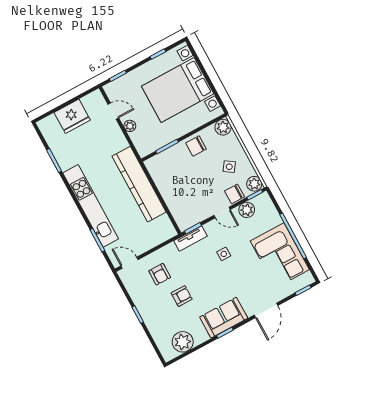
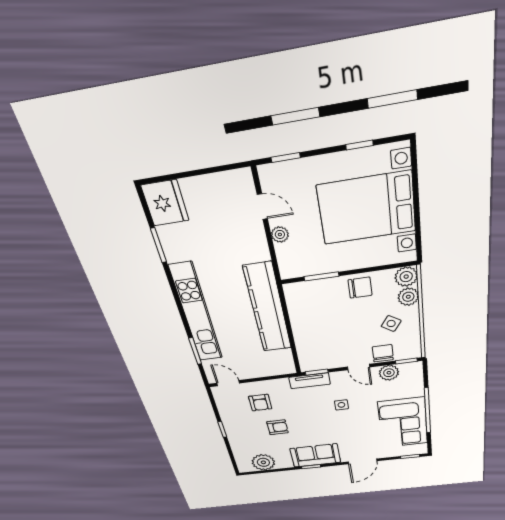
fridge: (72, 116) -> (165, 203), moved, turned -90
chair: (196, 146) -> (360, 288), turned 180
plant: (254, 184) -> (408, 297), moved
chair: (235, 194) -> (383, 353), turned 90

